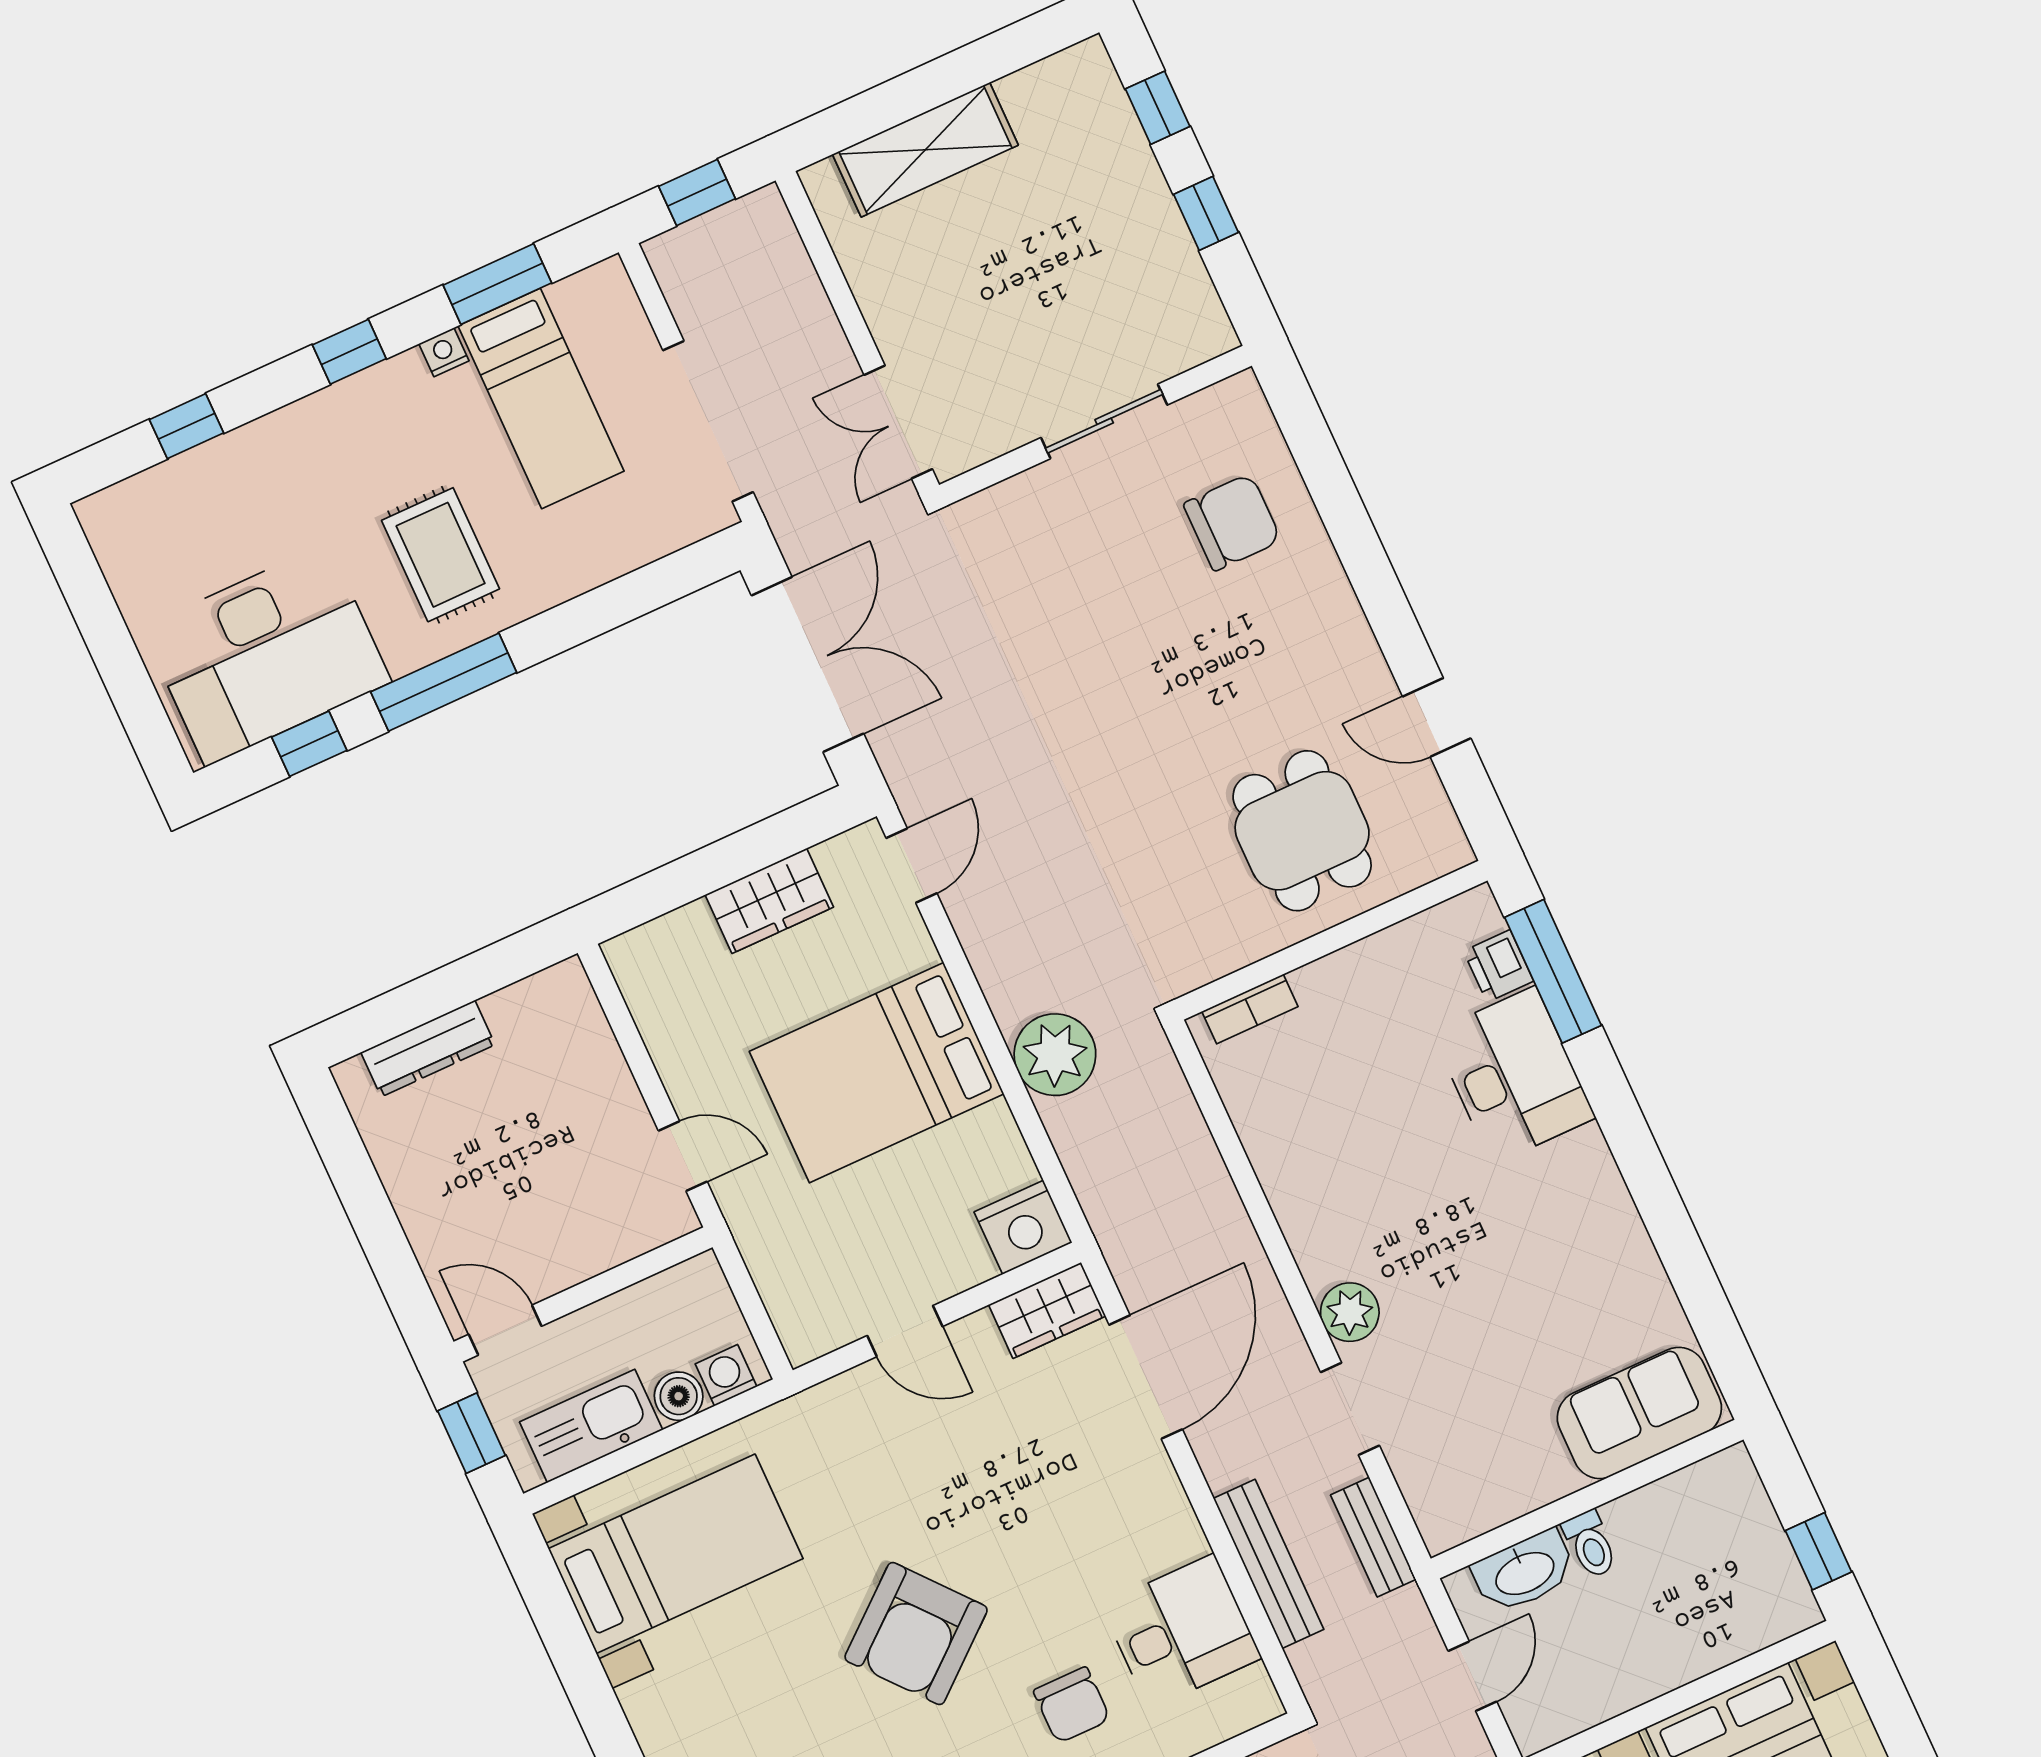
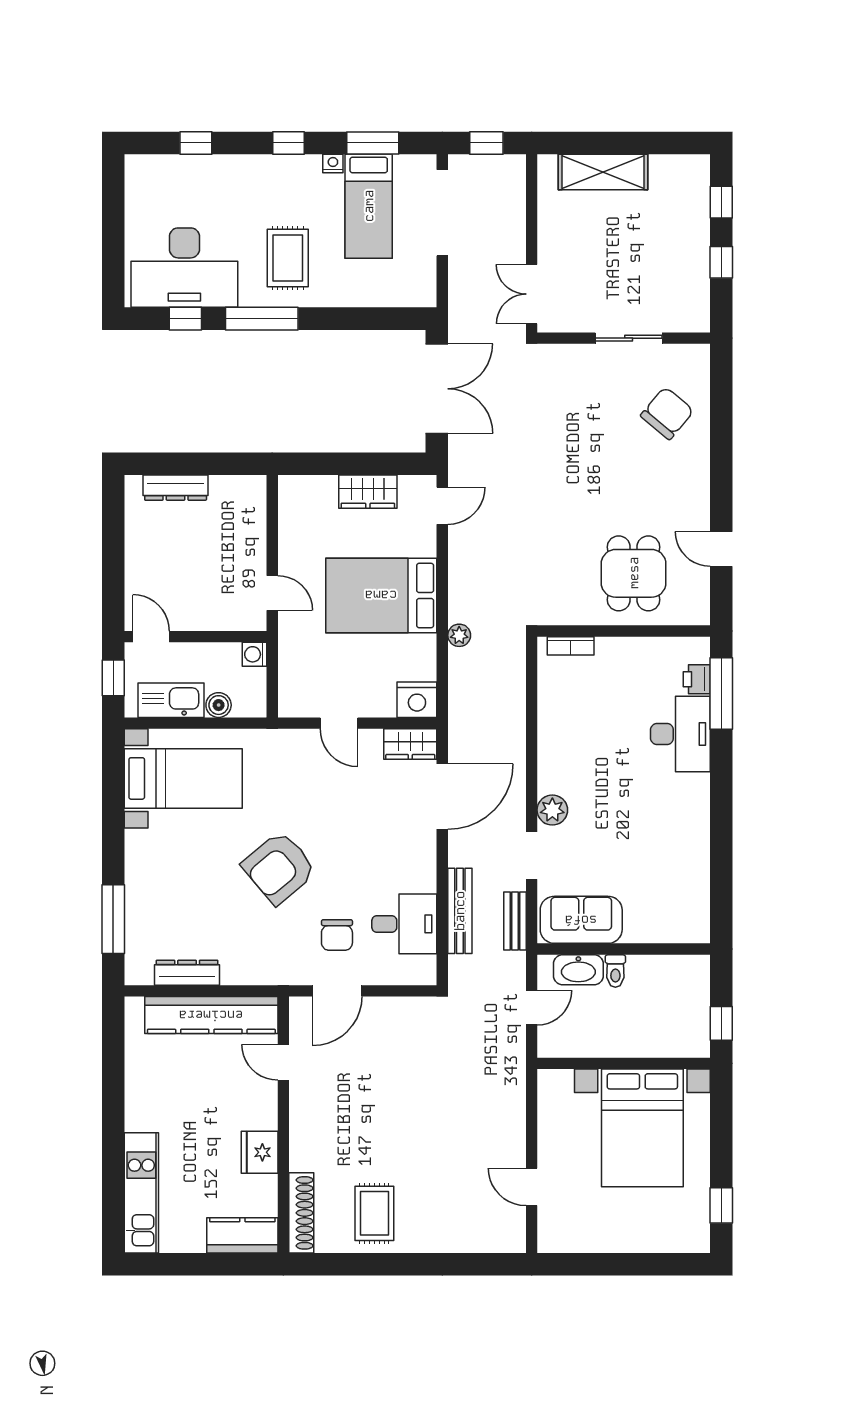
doorway: (708, 421) -> (442, 213), moved
chair: (1232, 522) -> (667, 413), turned -50
plant: (1055, 1055) -> (459, 635), width x0.53, depth x0.53
washing machine: (726, 1375) -> (255, 654), moved, turned -90
sofa: (1639, 1413) -> (581, 920), moved

